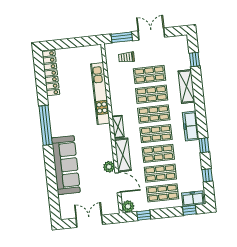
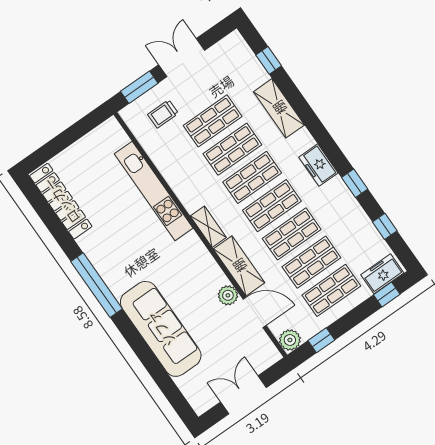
freezer: (191, 126) -> (318, 165), width x0.71

